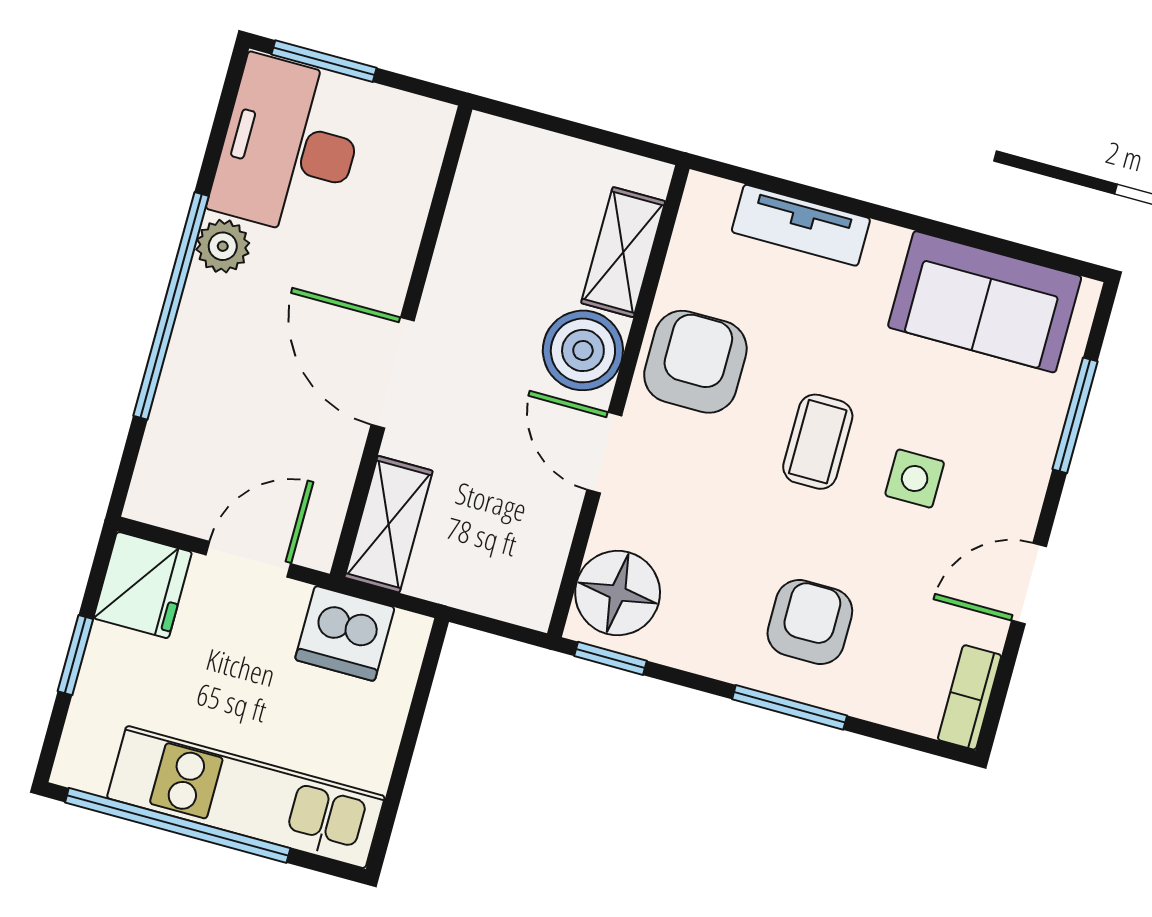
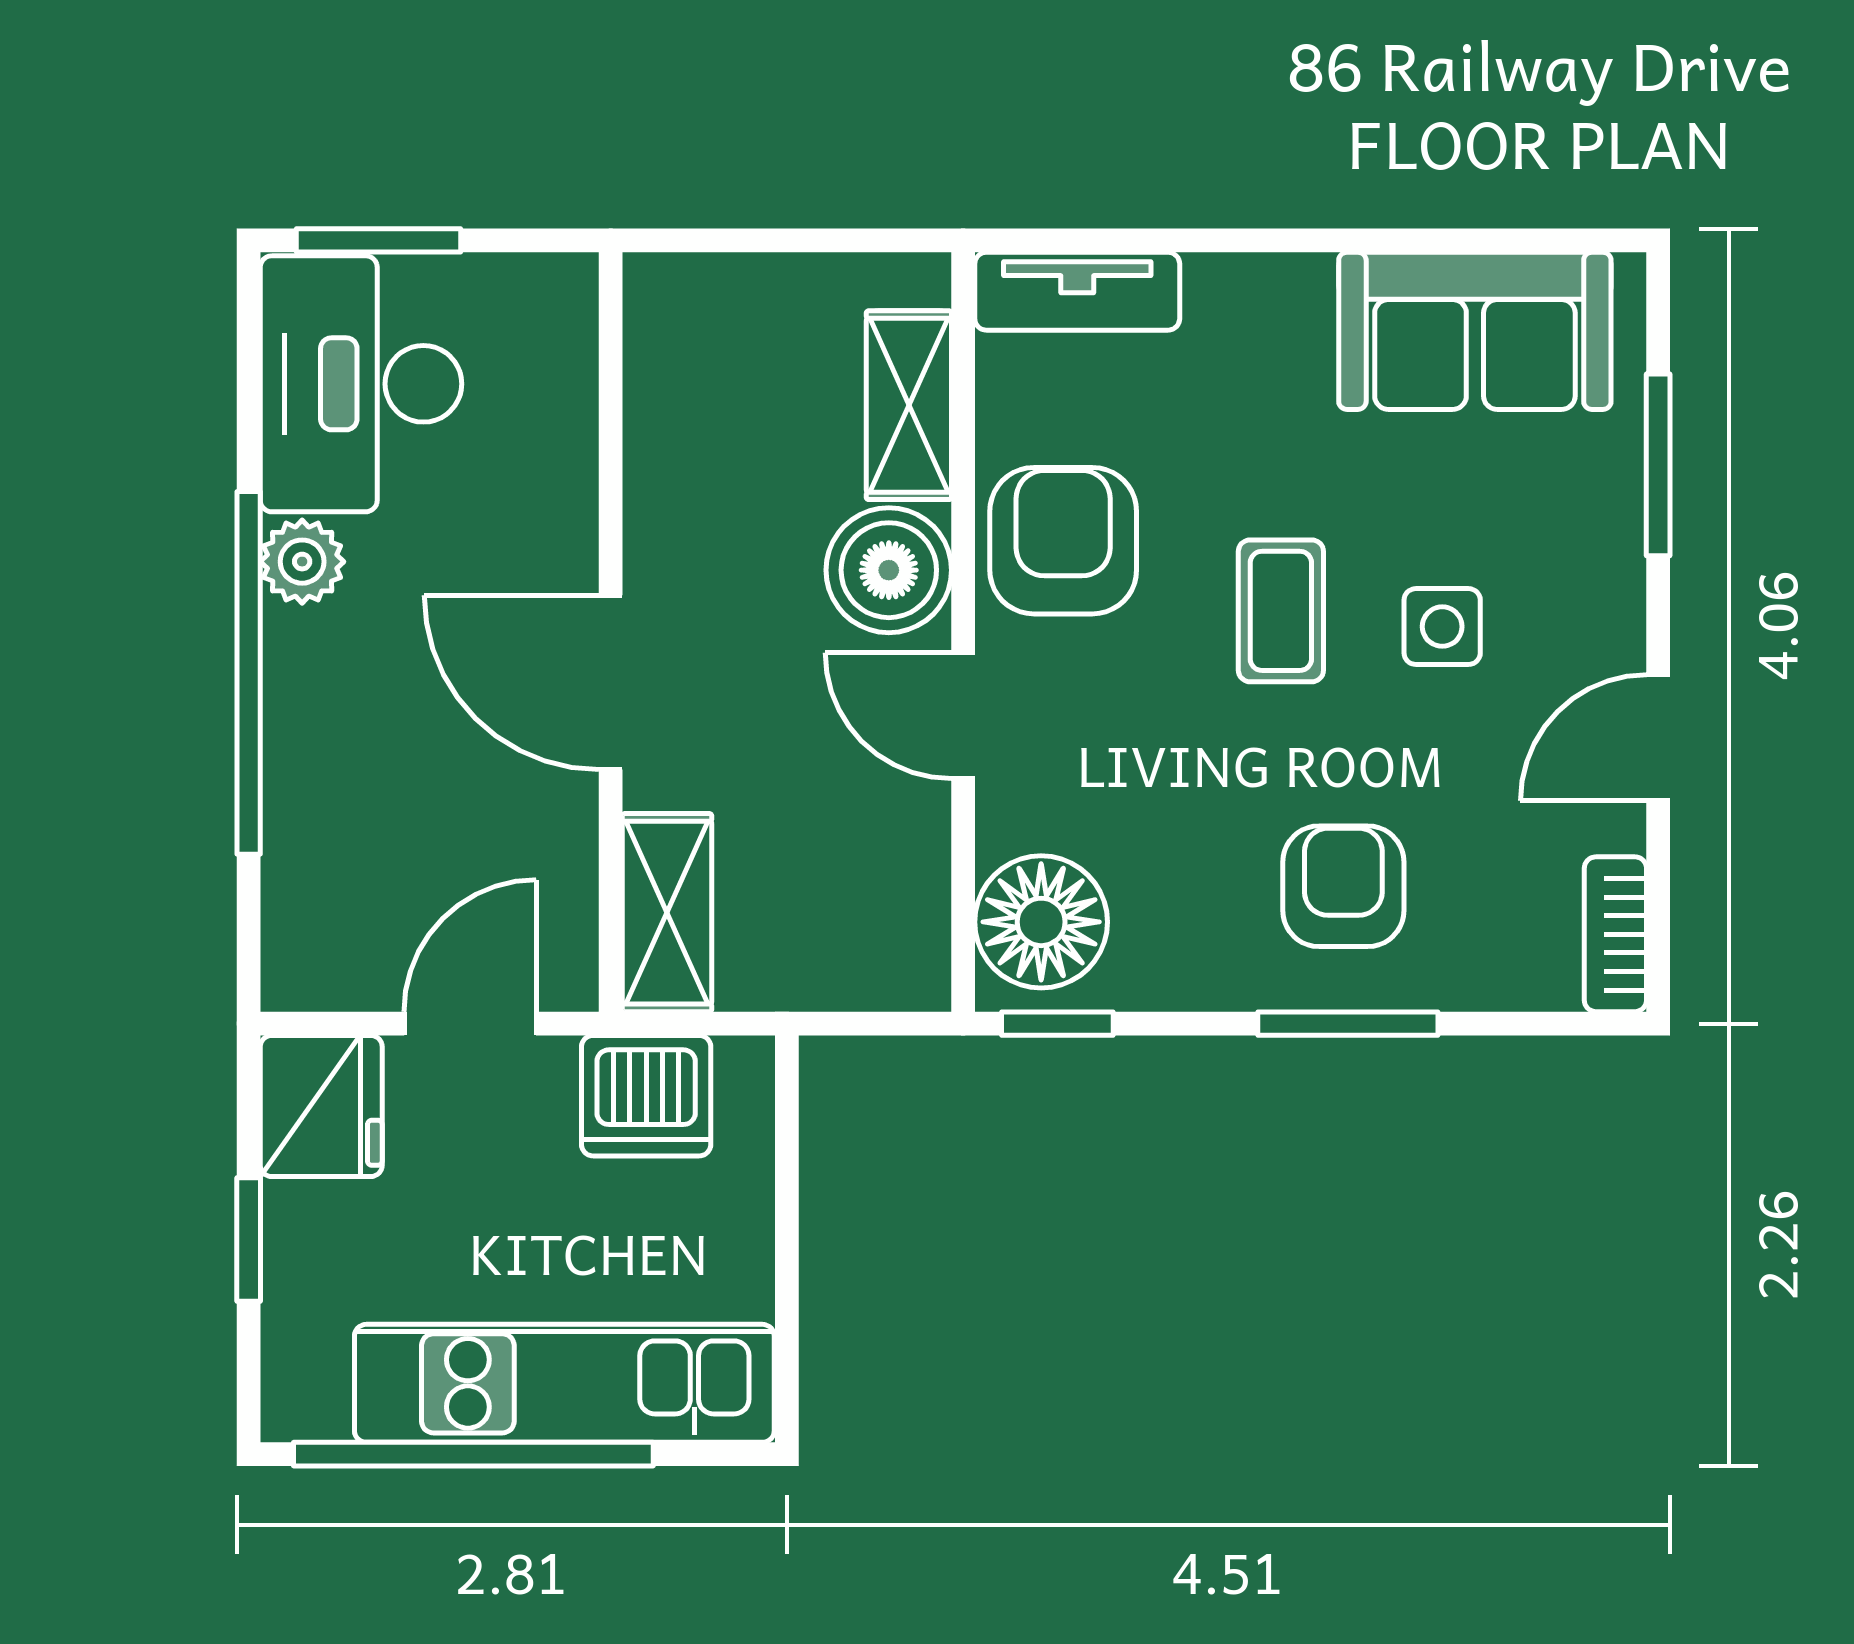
tv unit: (801, 225) -> (1077, 291), moved

